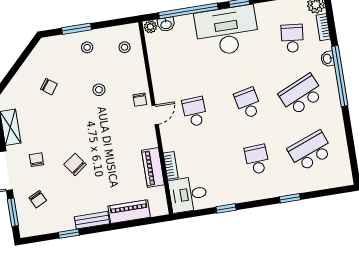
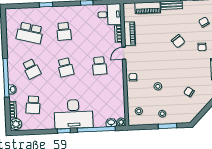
school desk: (301, 95) -> (31, 69), width x0.54
door: (155, 115) -> (124, 53), moved
school desk: (310, 151) -> (30, 33), turned 36

